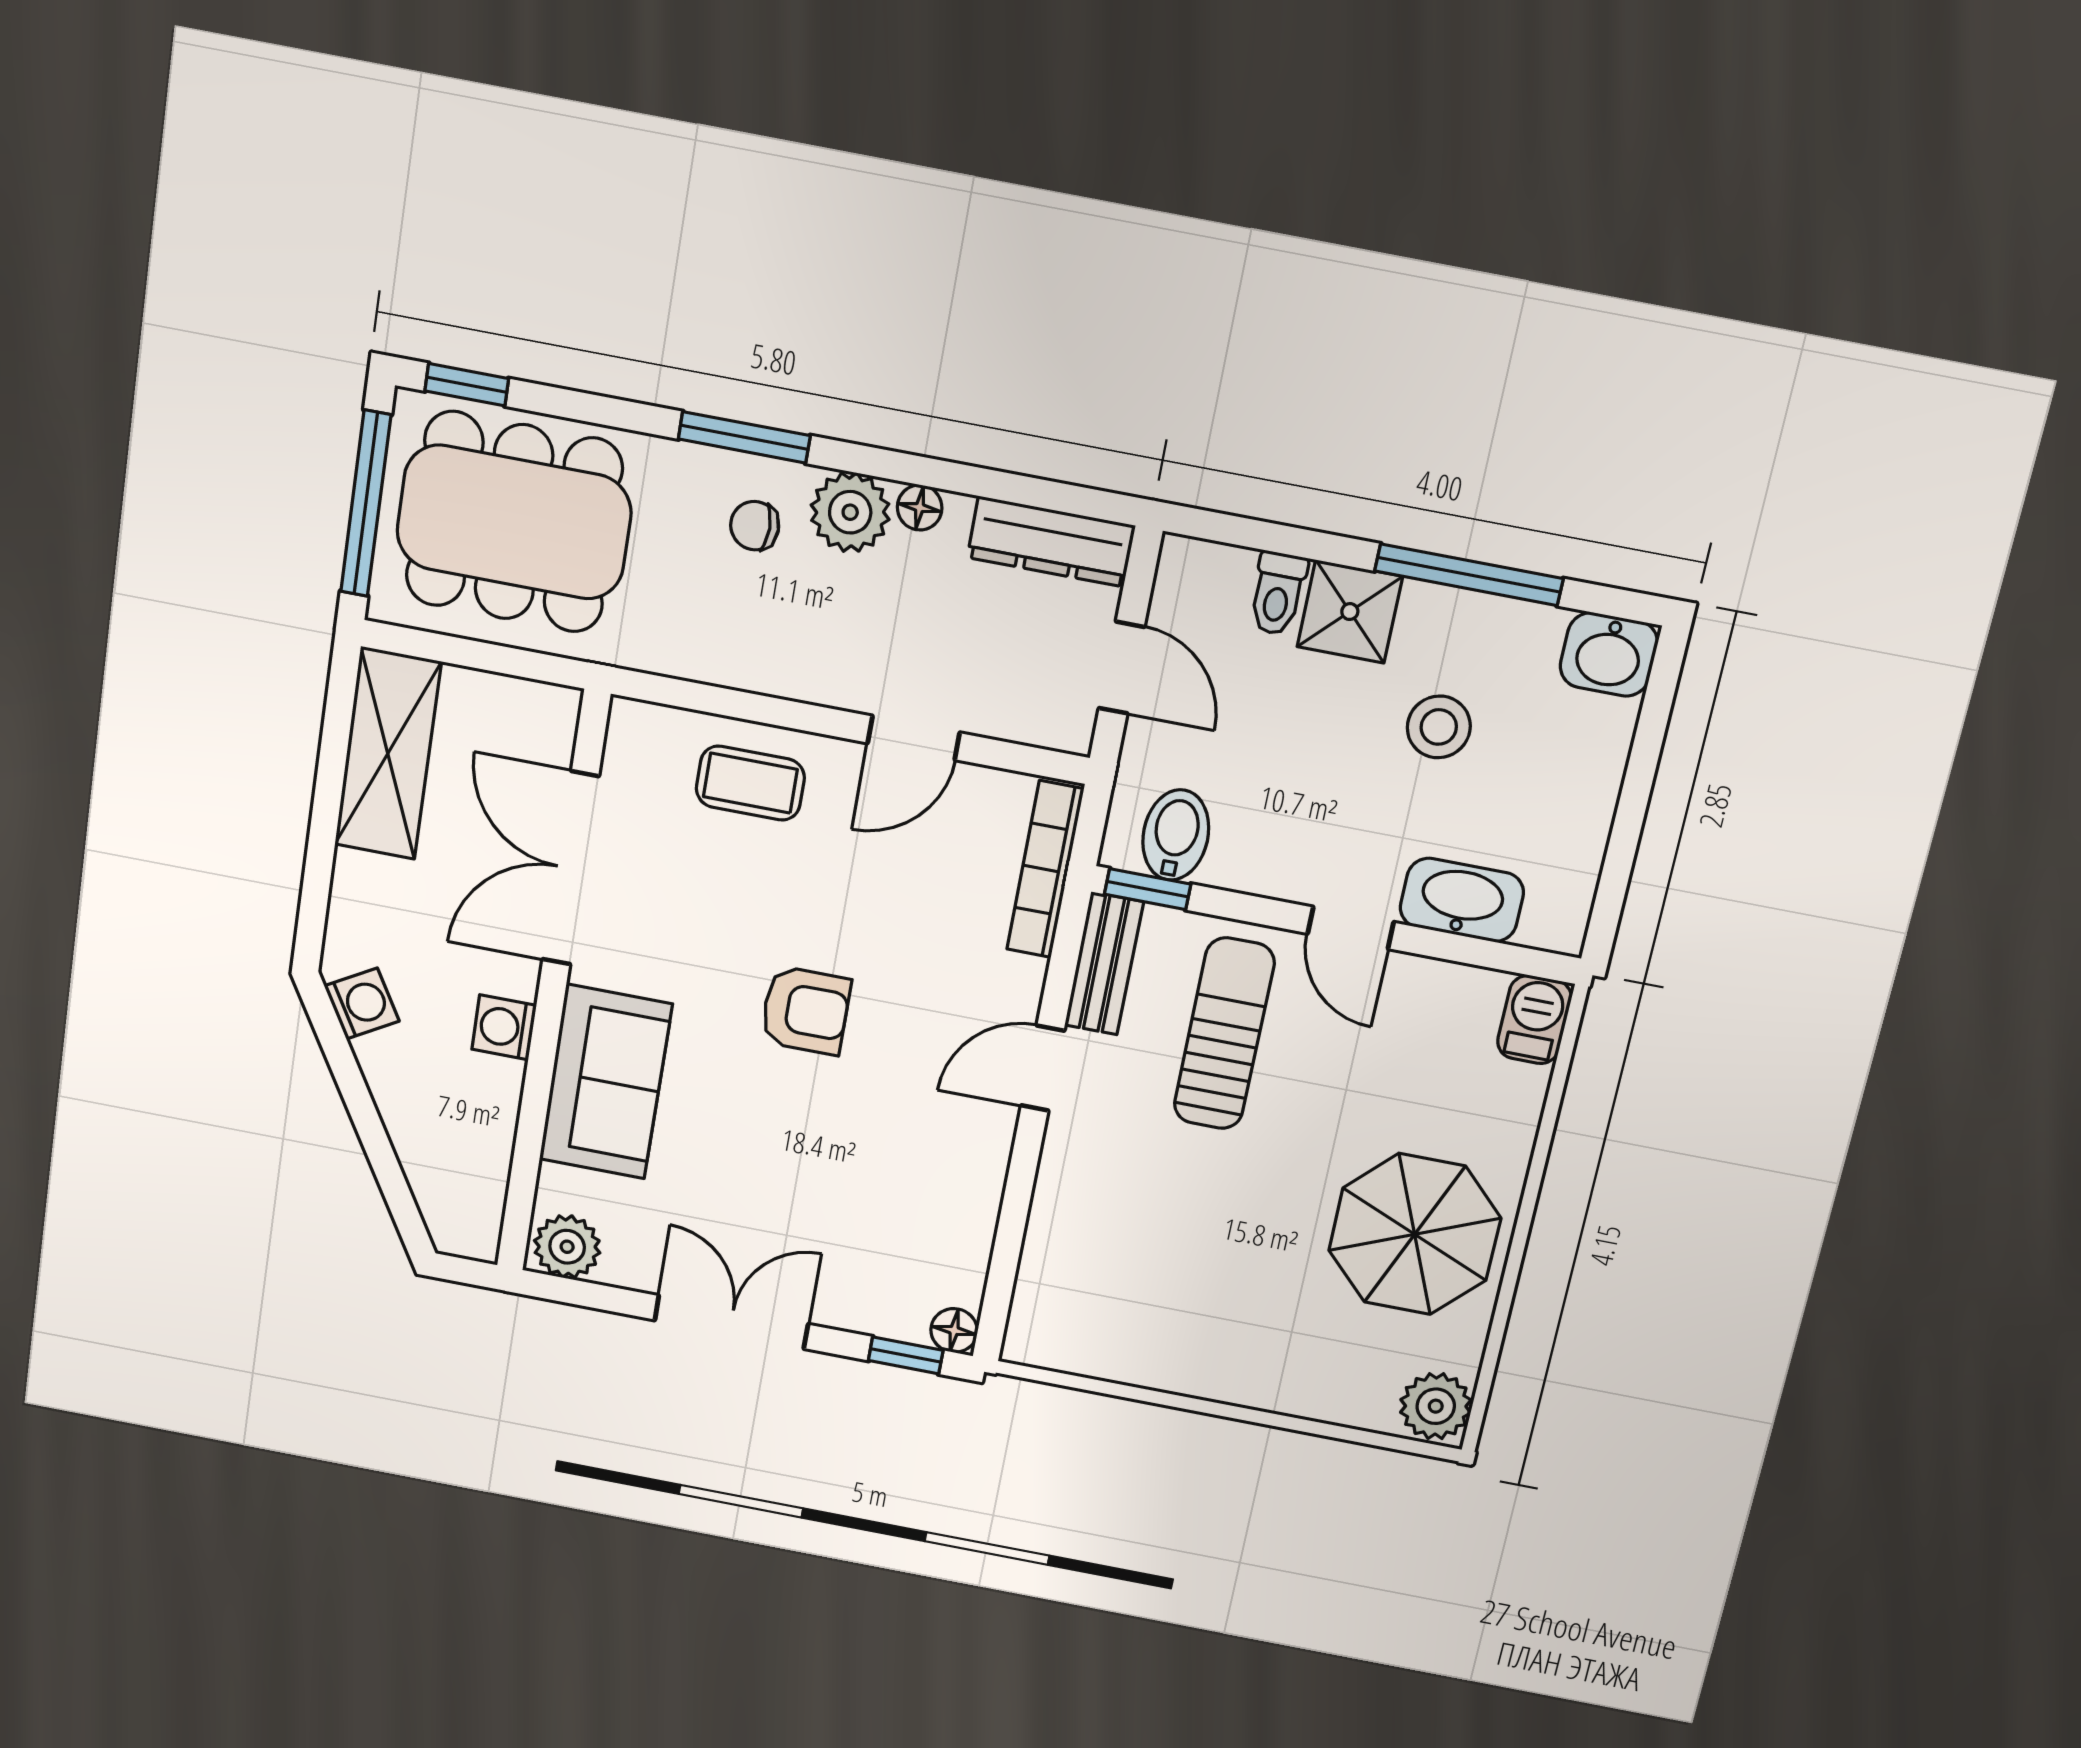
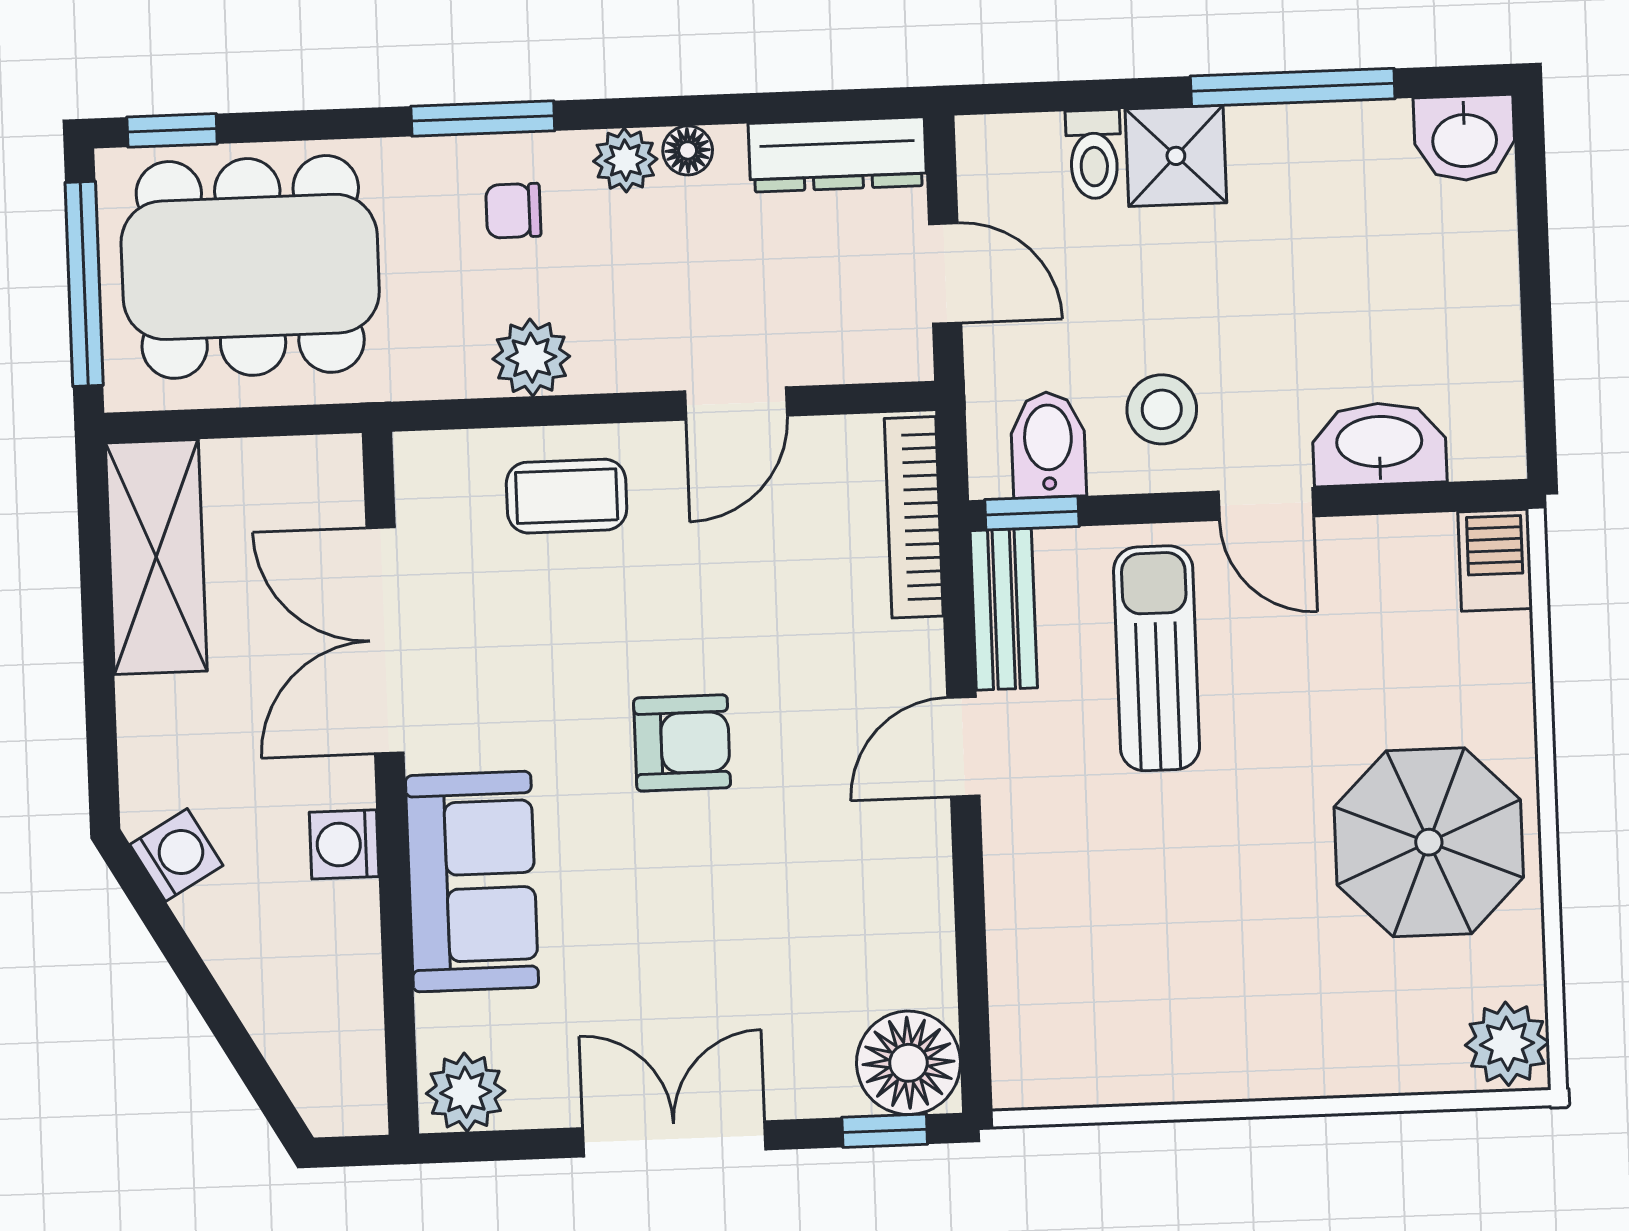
plant: (850, 512) -> (625, 160), width x0.73, depth x0.73
plant: (744, 658) -> (531, 358), added
stool: (1439, 727) -> (1162, 409), moved
floor lamp: (954, 1330) -> (908, 1063), width x1.89, depth x1.89

